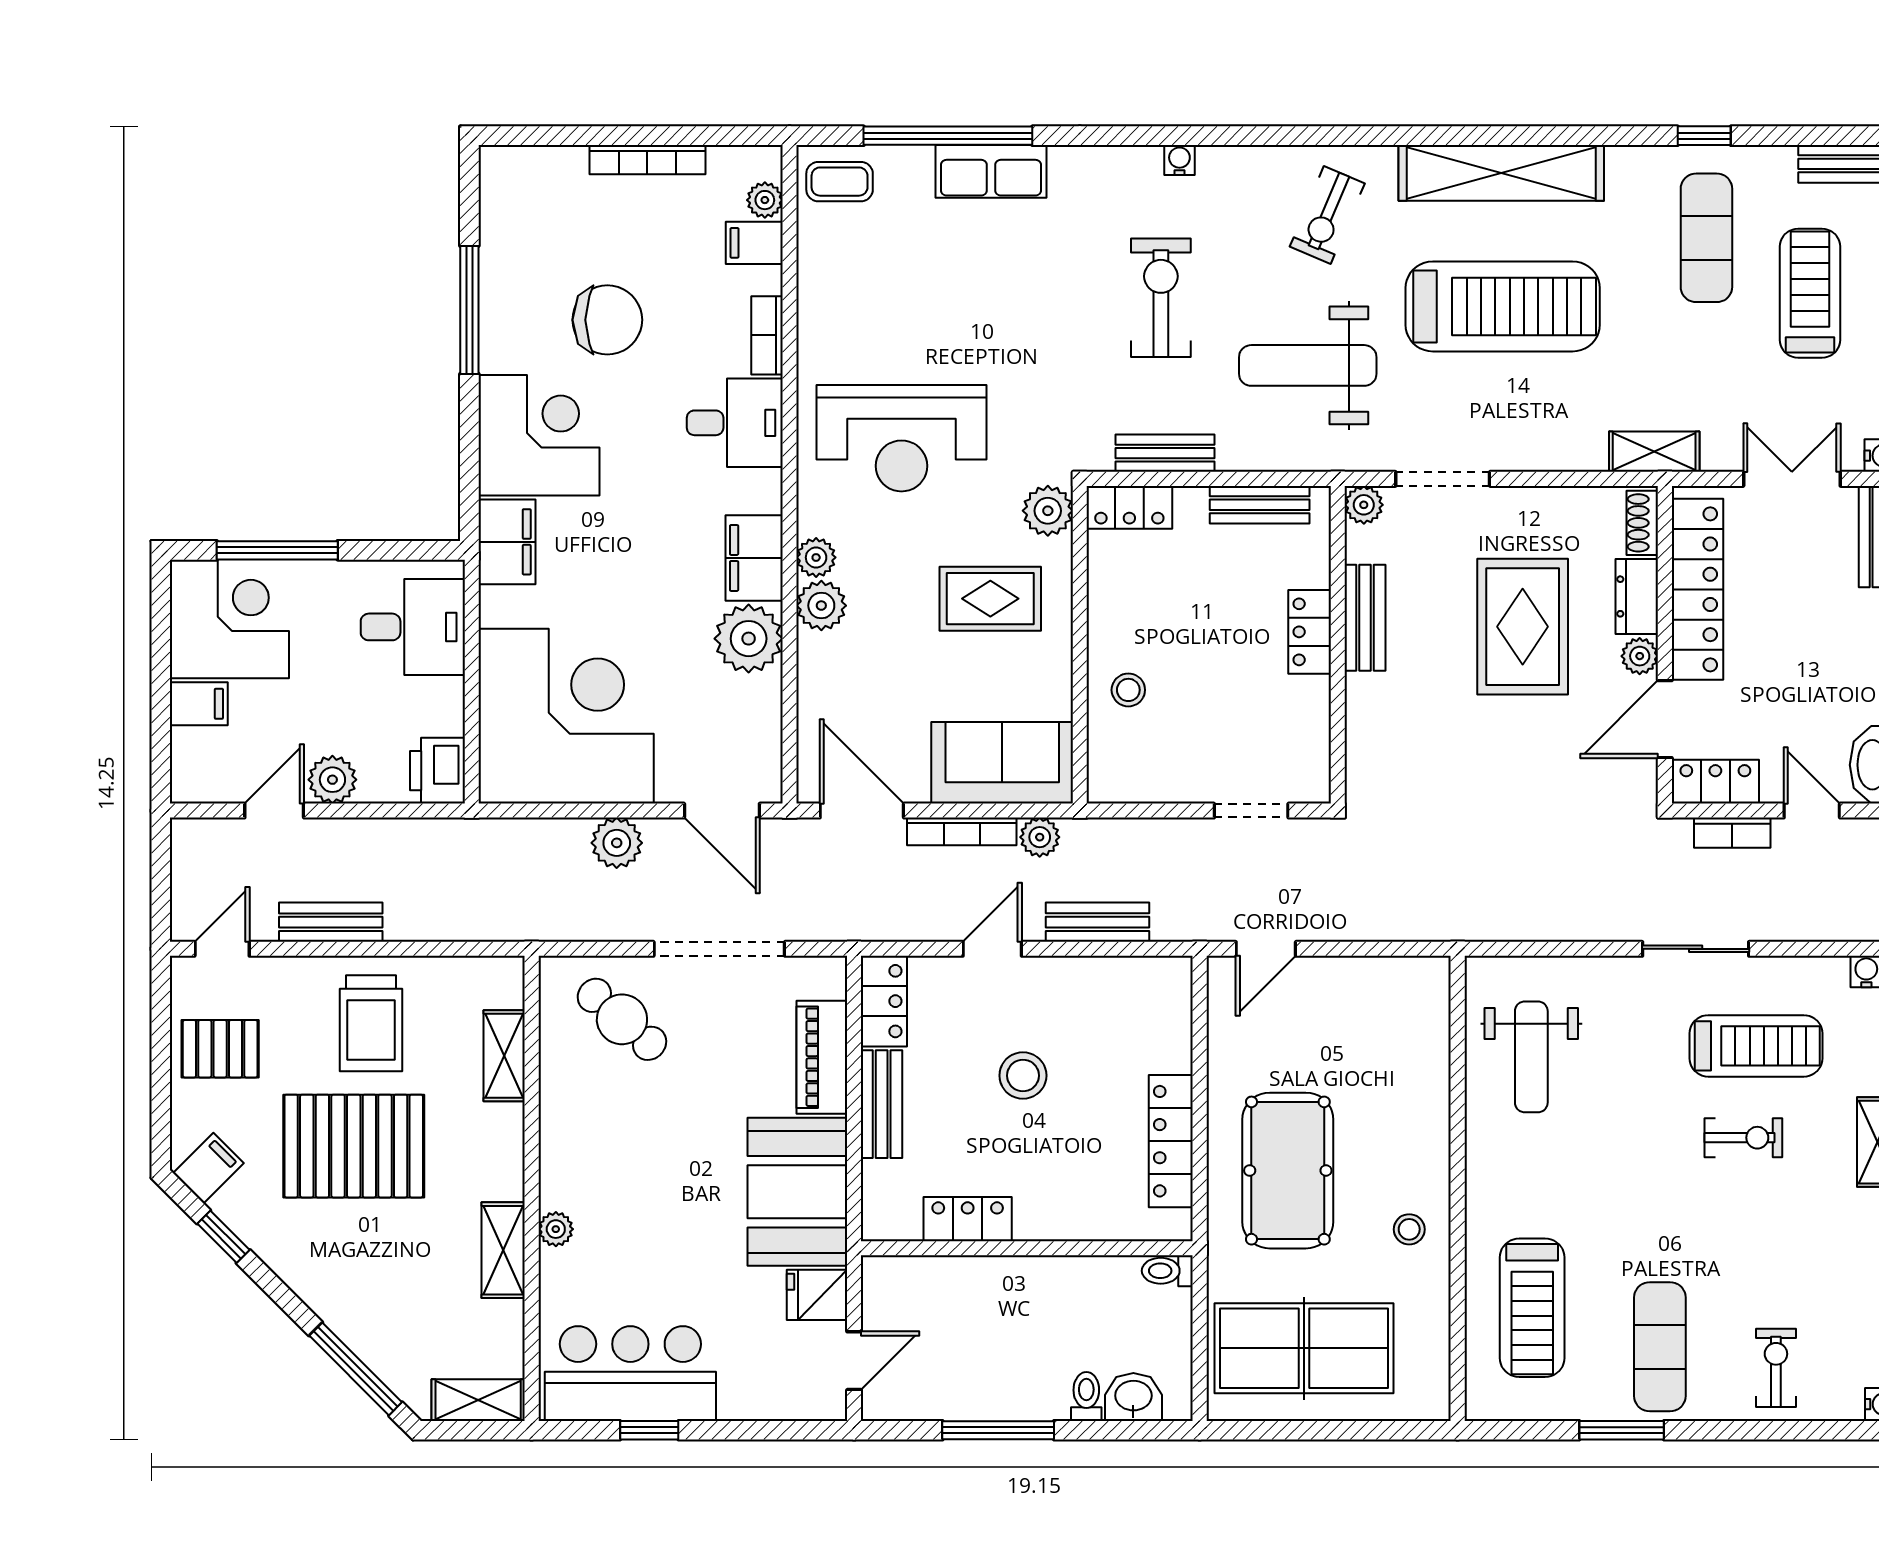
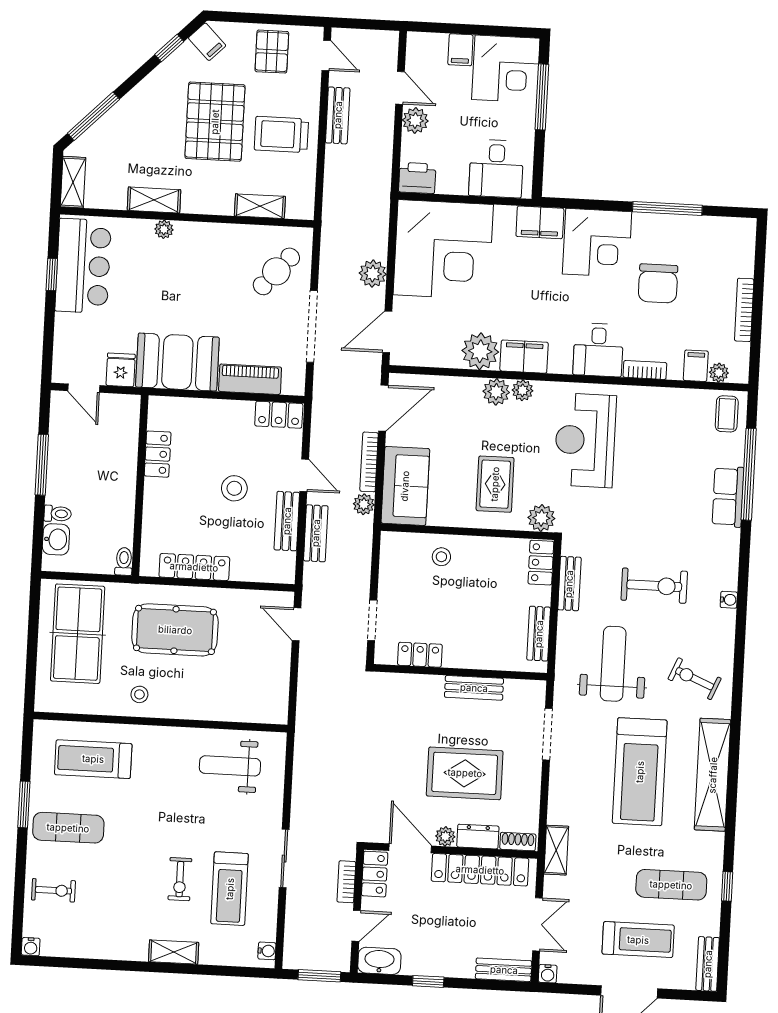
plant: (1364, 505) -> (536, 690), removed
locker: (1310, 632) -> (420, 655), moved
bench: (882, 1104) -> (287, 521), moved, turned 90

